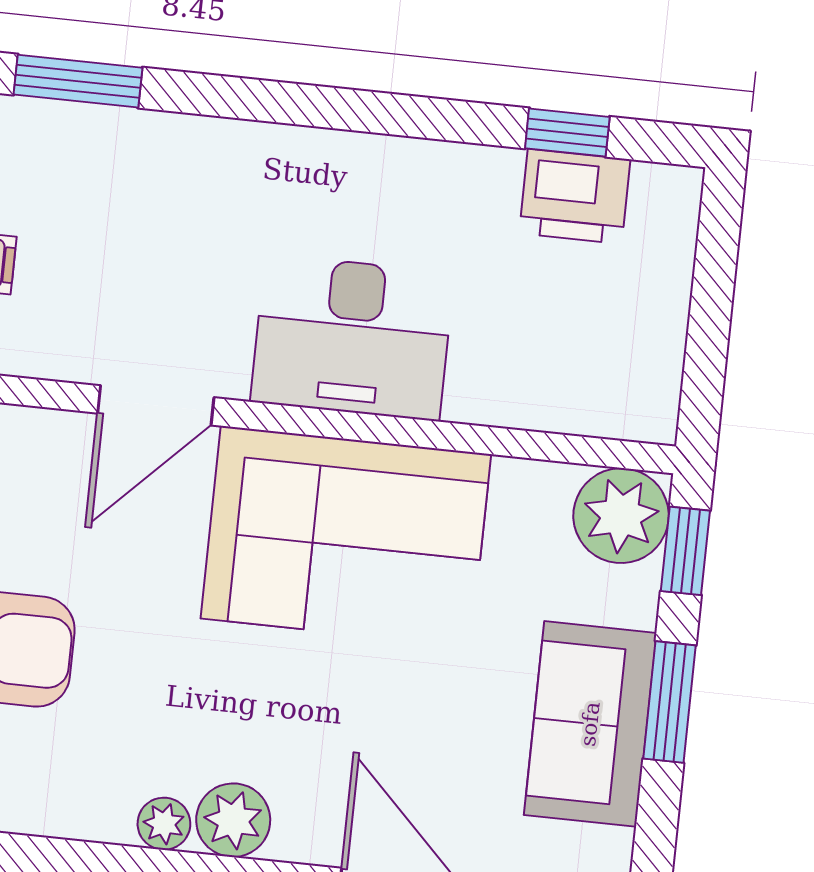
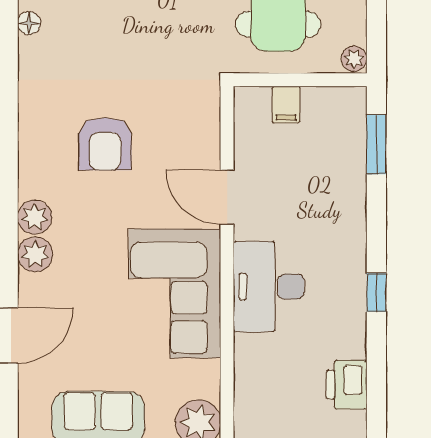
window: (567, 133) -> (376, 292), moved
plant: (164, 824) -> (35, 217), width x1.38, depth x1.38

